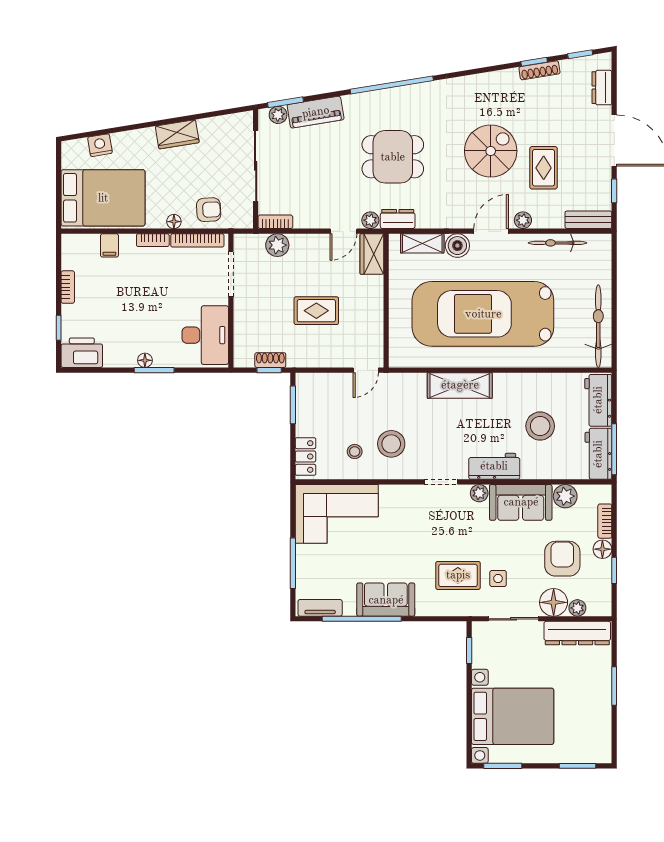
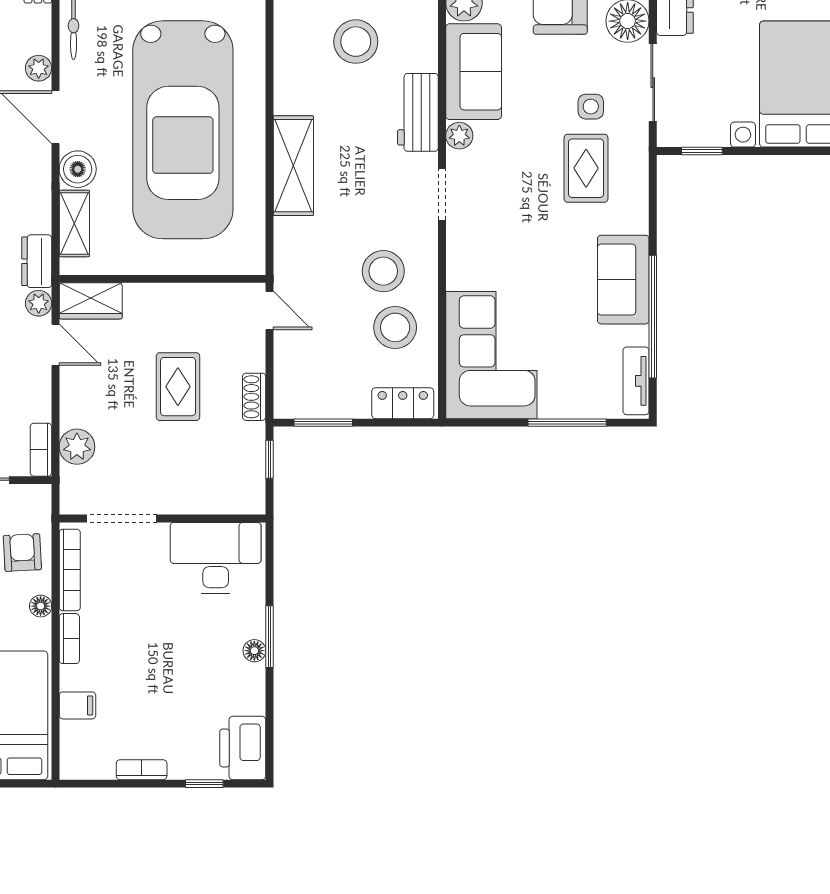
shoe rack: (270, 360) -> (254, 397), moved
stool: (355, 452) -> (395, 327), width x1.89, depth x1.89

